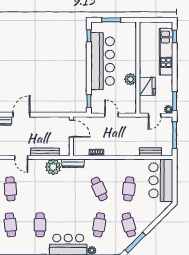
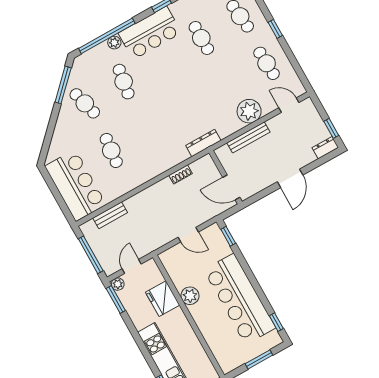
door: (21, 115) -> (290, 178), moved
door: (21, 157) -> (289, 105), moved
plant: (53, 167) -> (249, 111), moved
cafe table: (99, 189) -> (150, 129), removed

